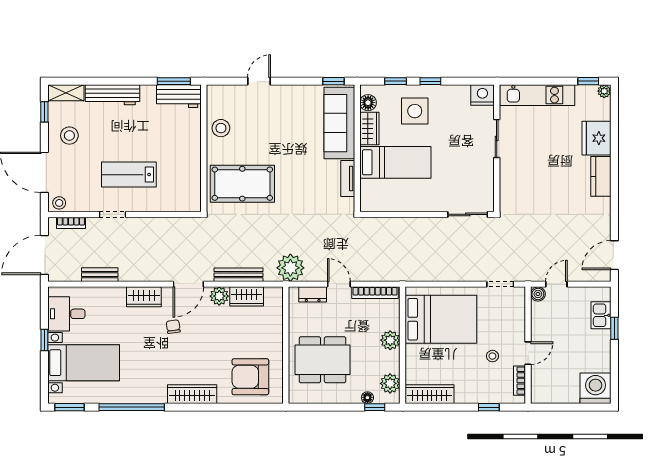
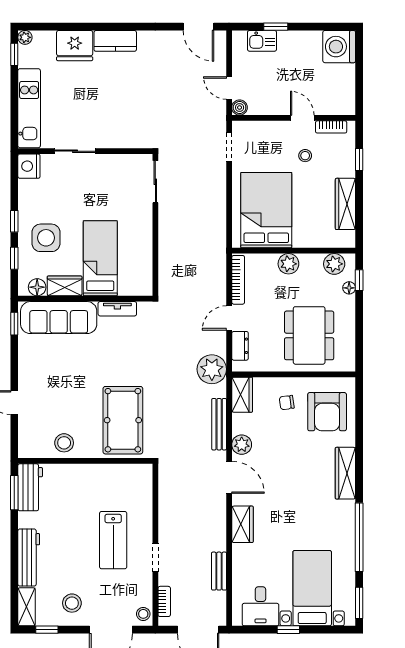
wardrobe: (247, 296) -> (242, 395), moved
chair: (173, 327) -> (287, 403), moved
wardrobe: (430, 394) -> (345, 204), moved

